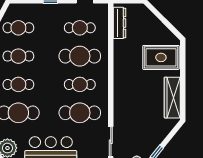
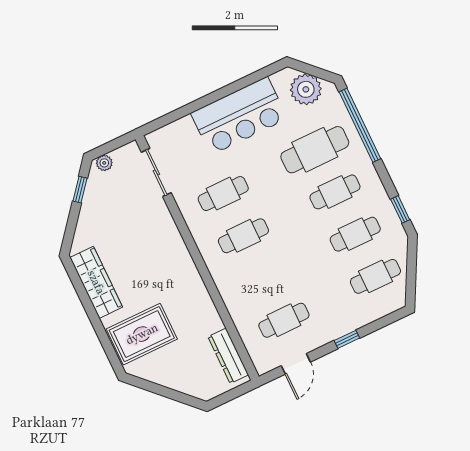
cafe table: (80, 56) -> (264, 278), removed
cafe table: (80, 113) -> (223, 194), width x0.73, depth x0.74

